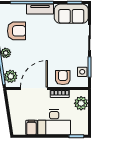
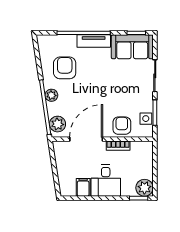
armchair: (17, 31) -> (65, 68), turned -90
plant: (81, 103) -> (144, 188), moved
desk: (54, 122) -> (106, 181), width x0.73

